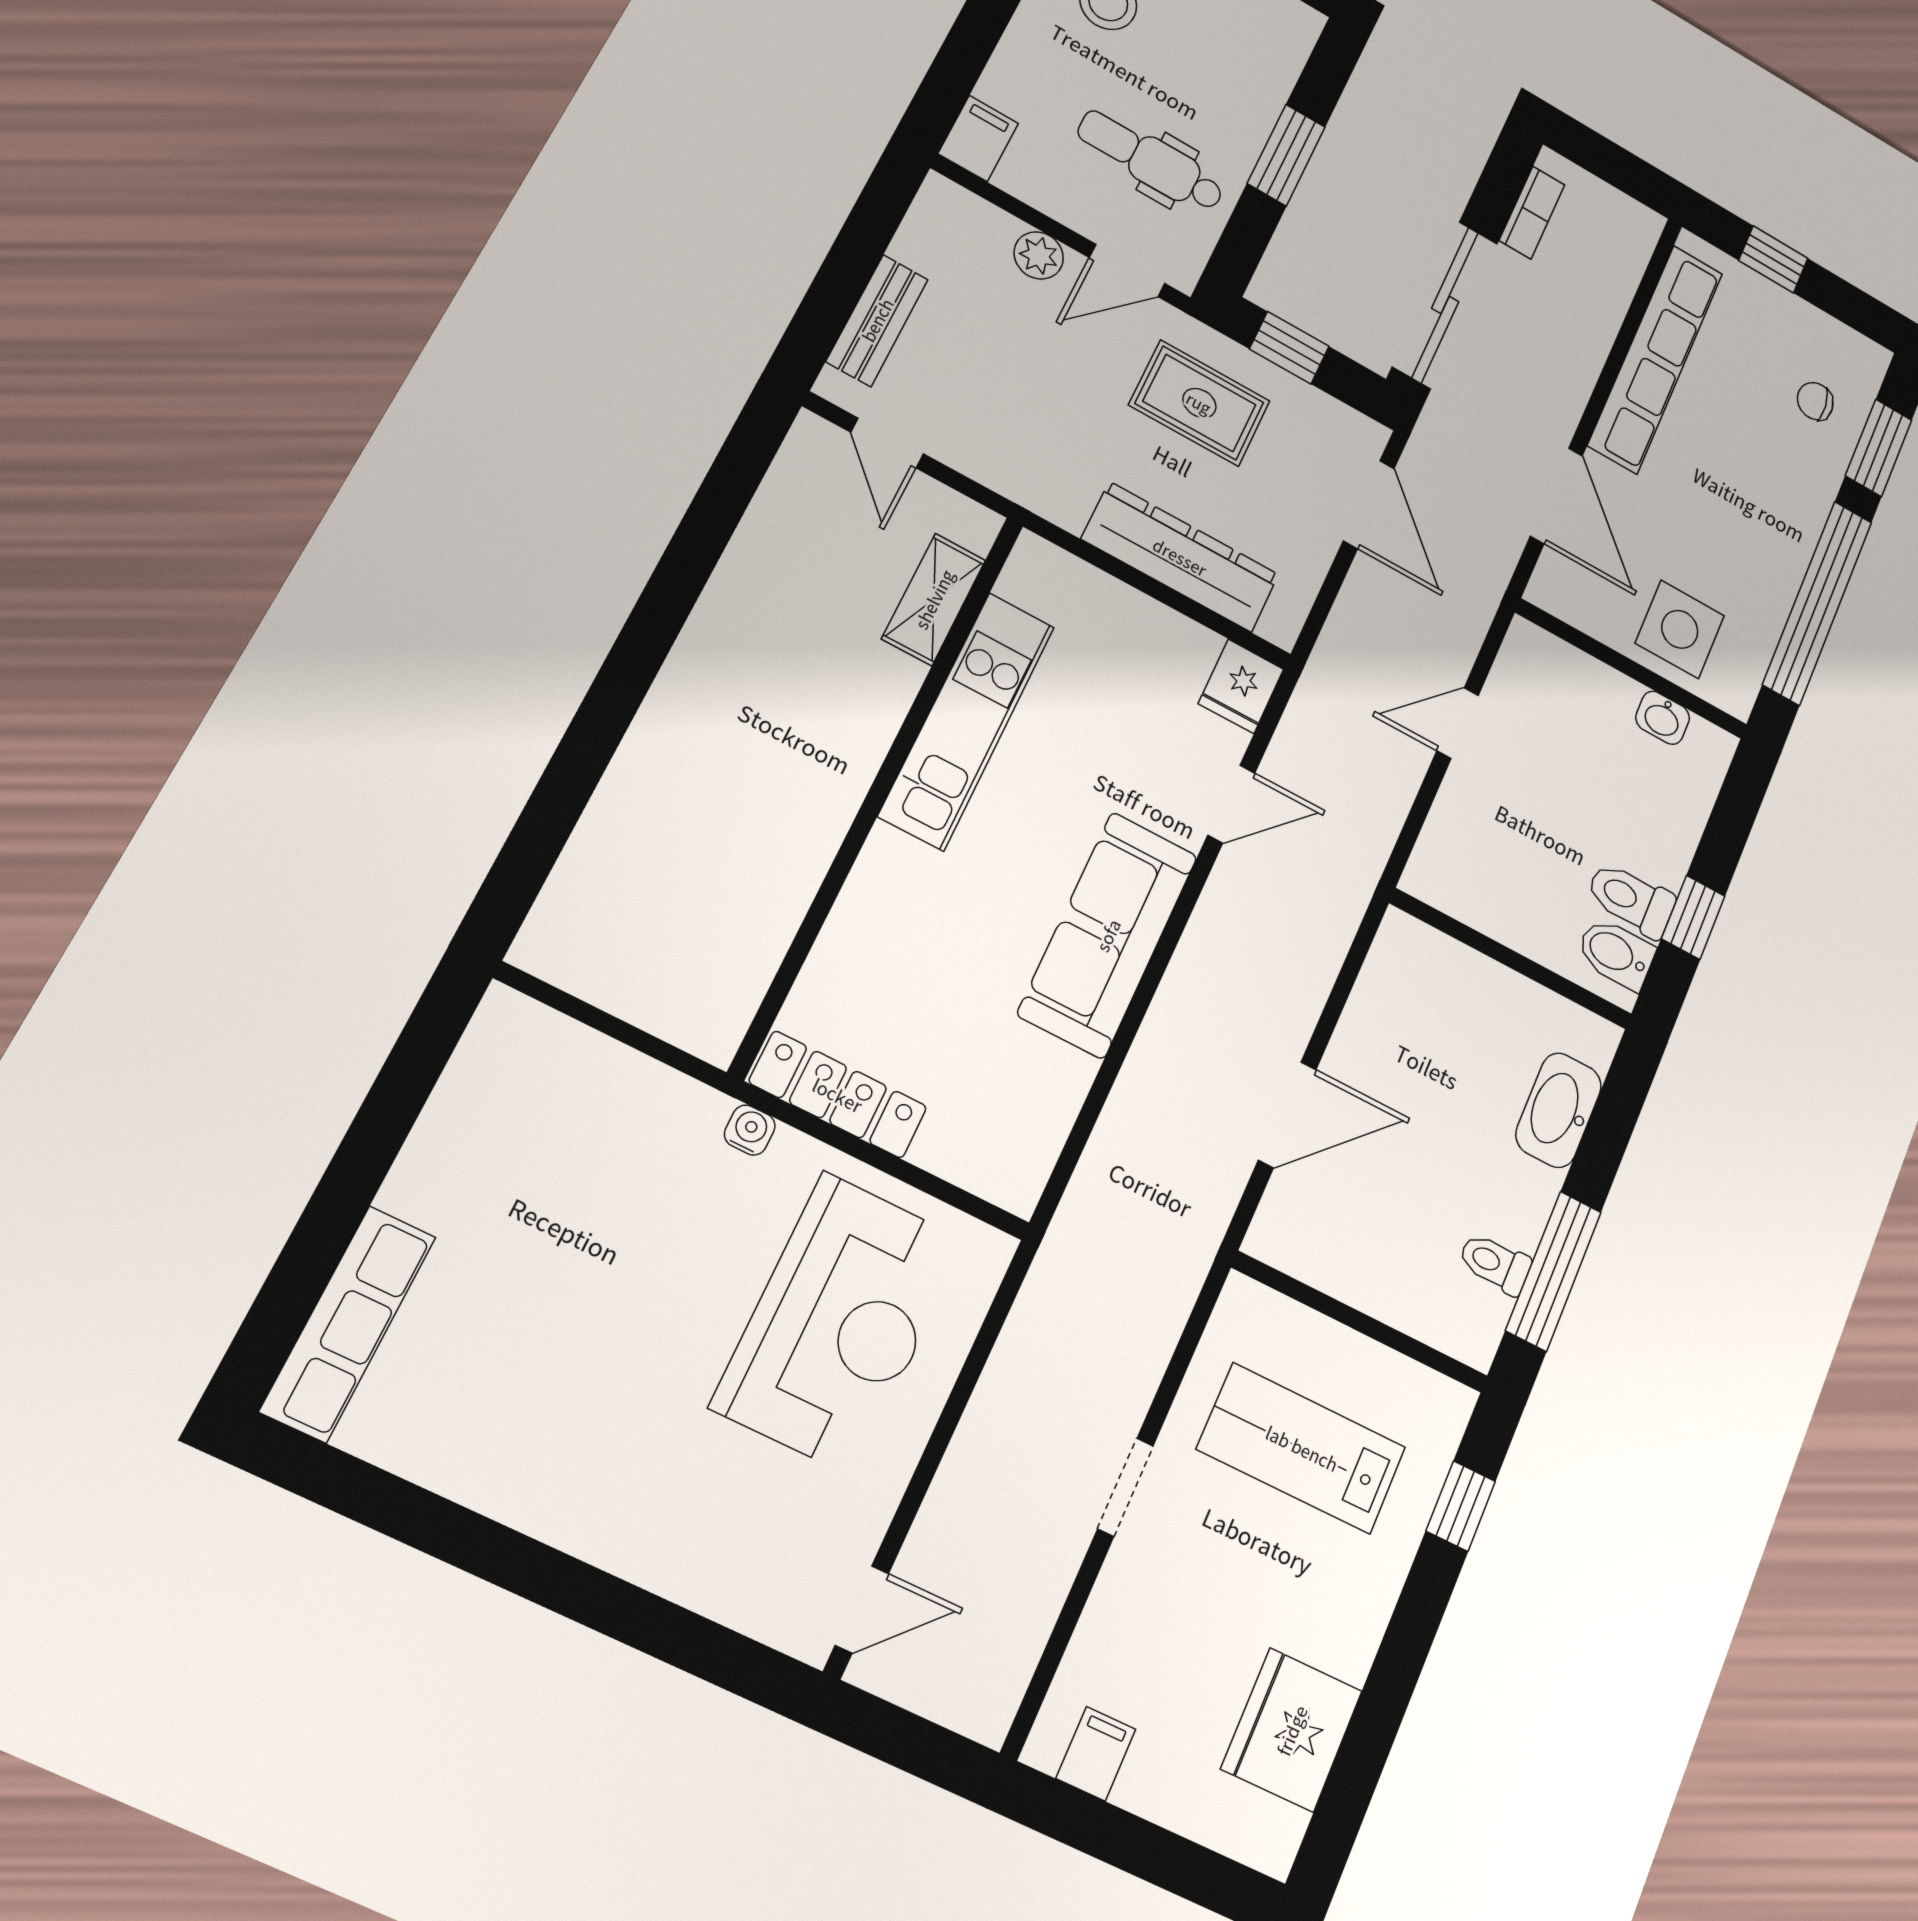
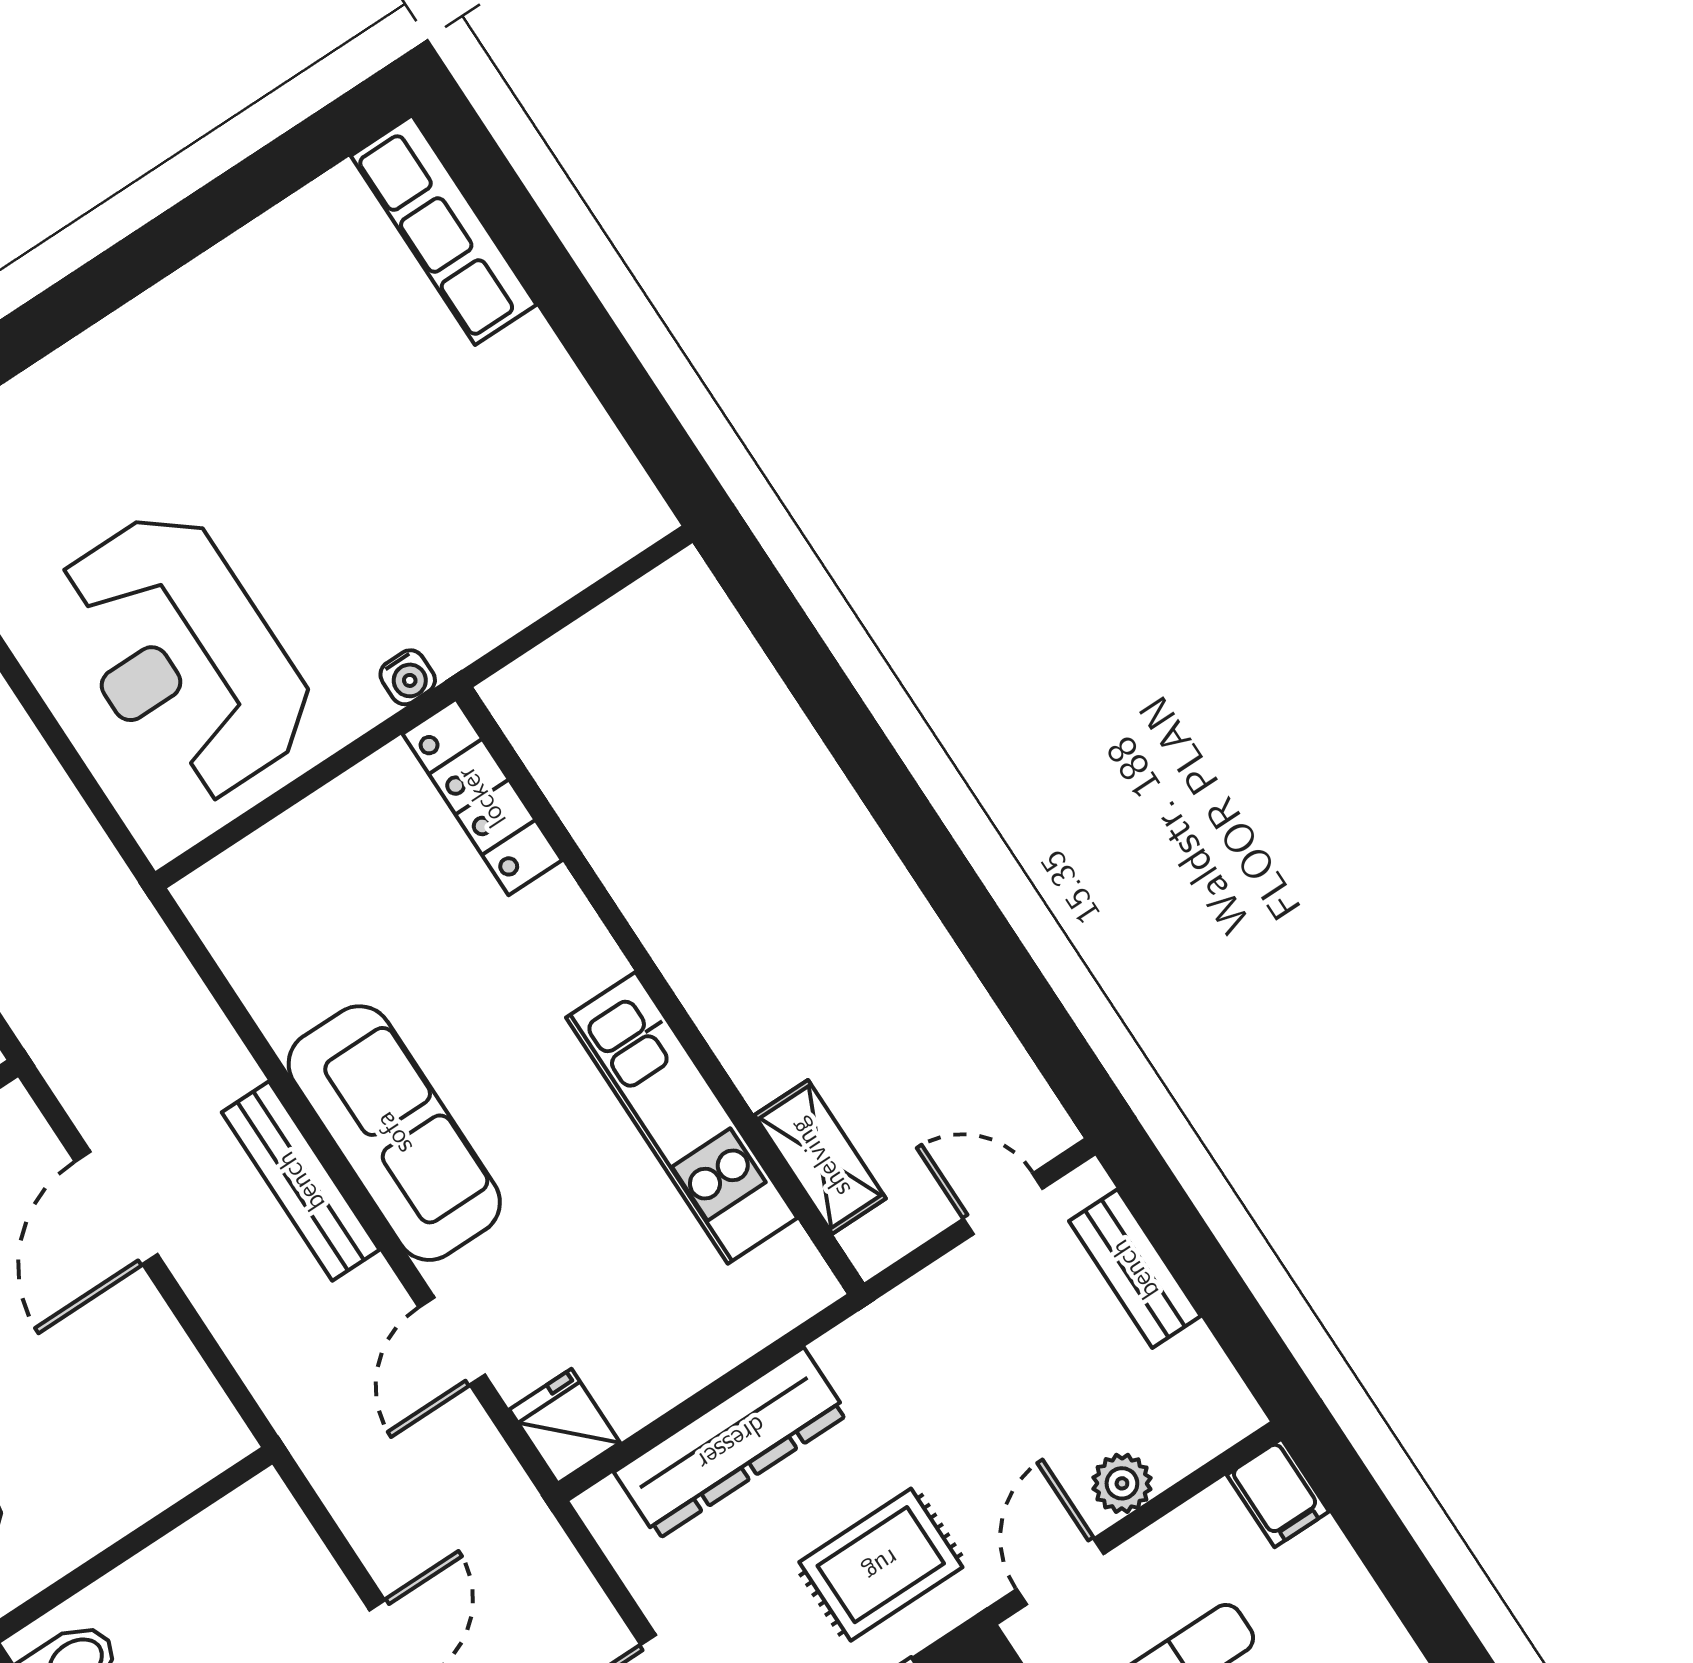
bench: (1185, 986) -> (301, 1181), added
locker: (838, 1095) -> (482, 797), moved, turned 90

